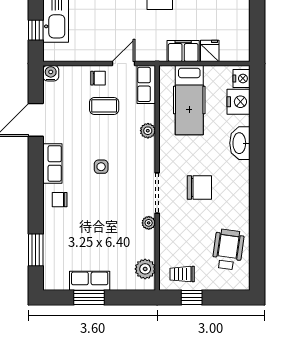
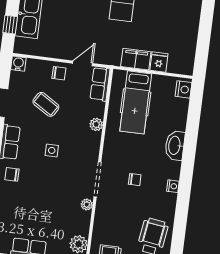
nightstand: (239, 102) -> (173, 186), moved, width x0.53, depth x0.56
coffee table: (104, 106) -> (46, 104), moved, turned 32
chair: (199, 188) -> (135, 180), width x0.54, depth x0.54

